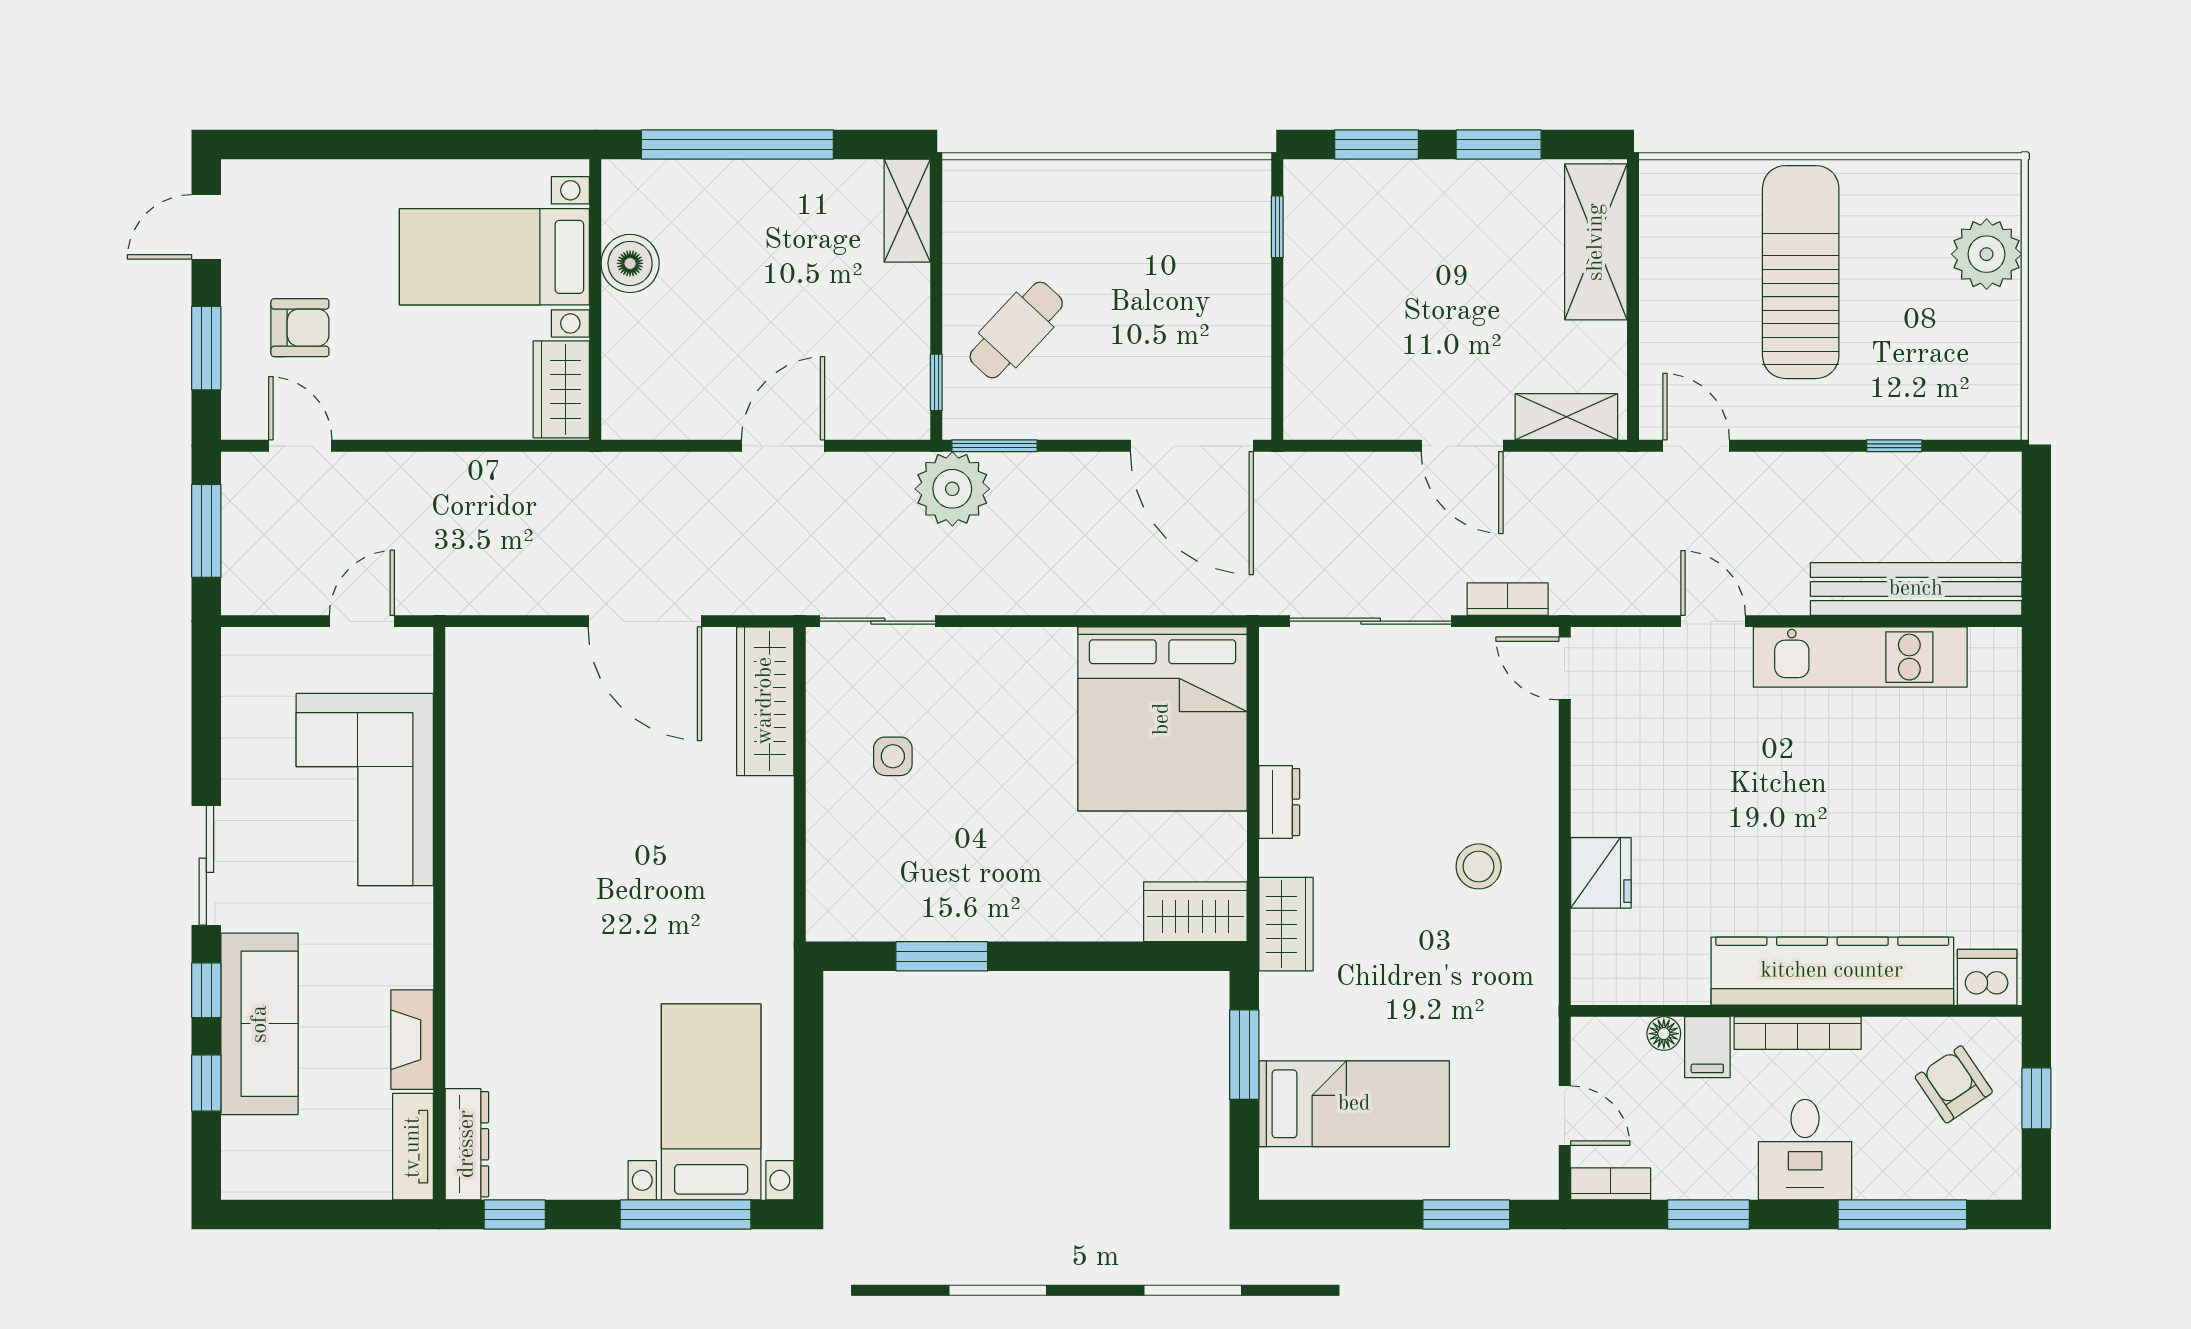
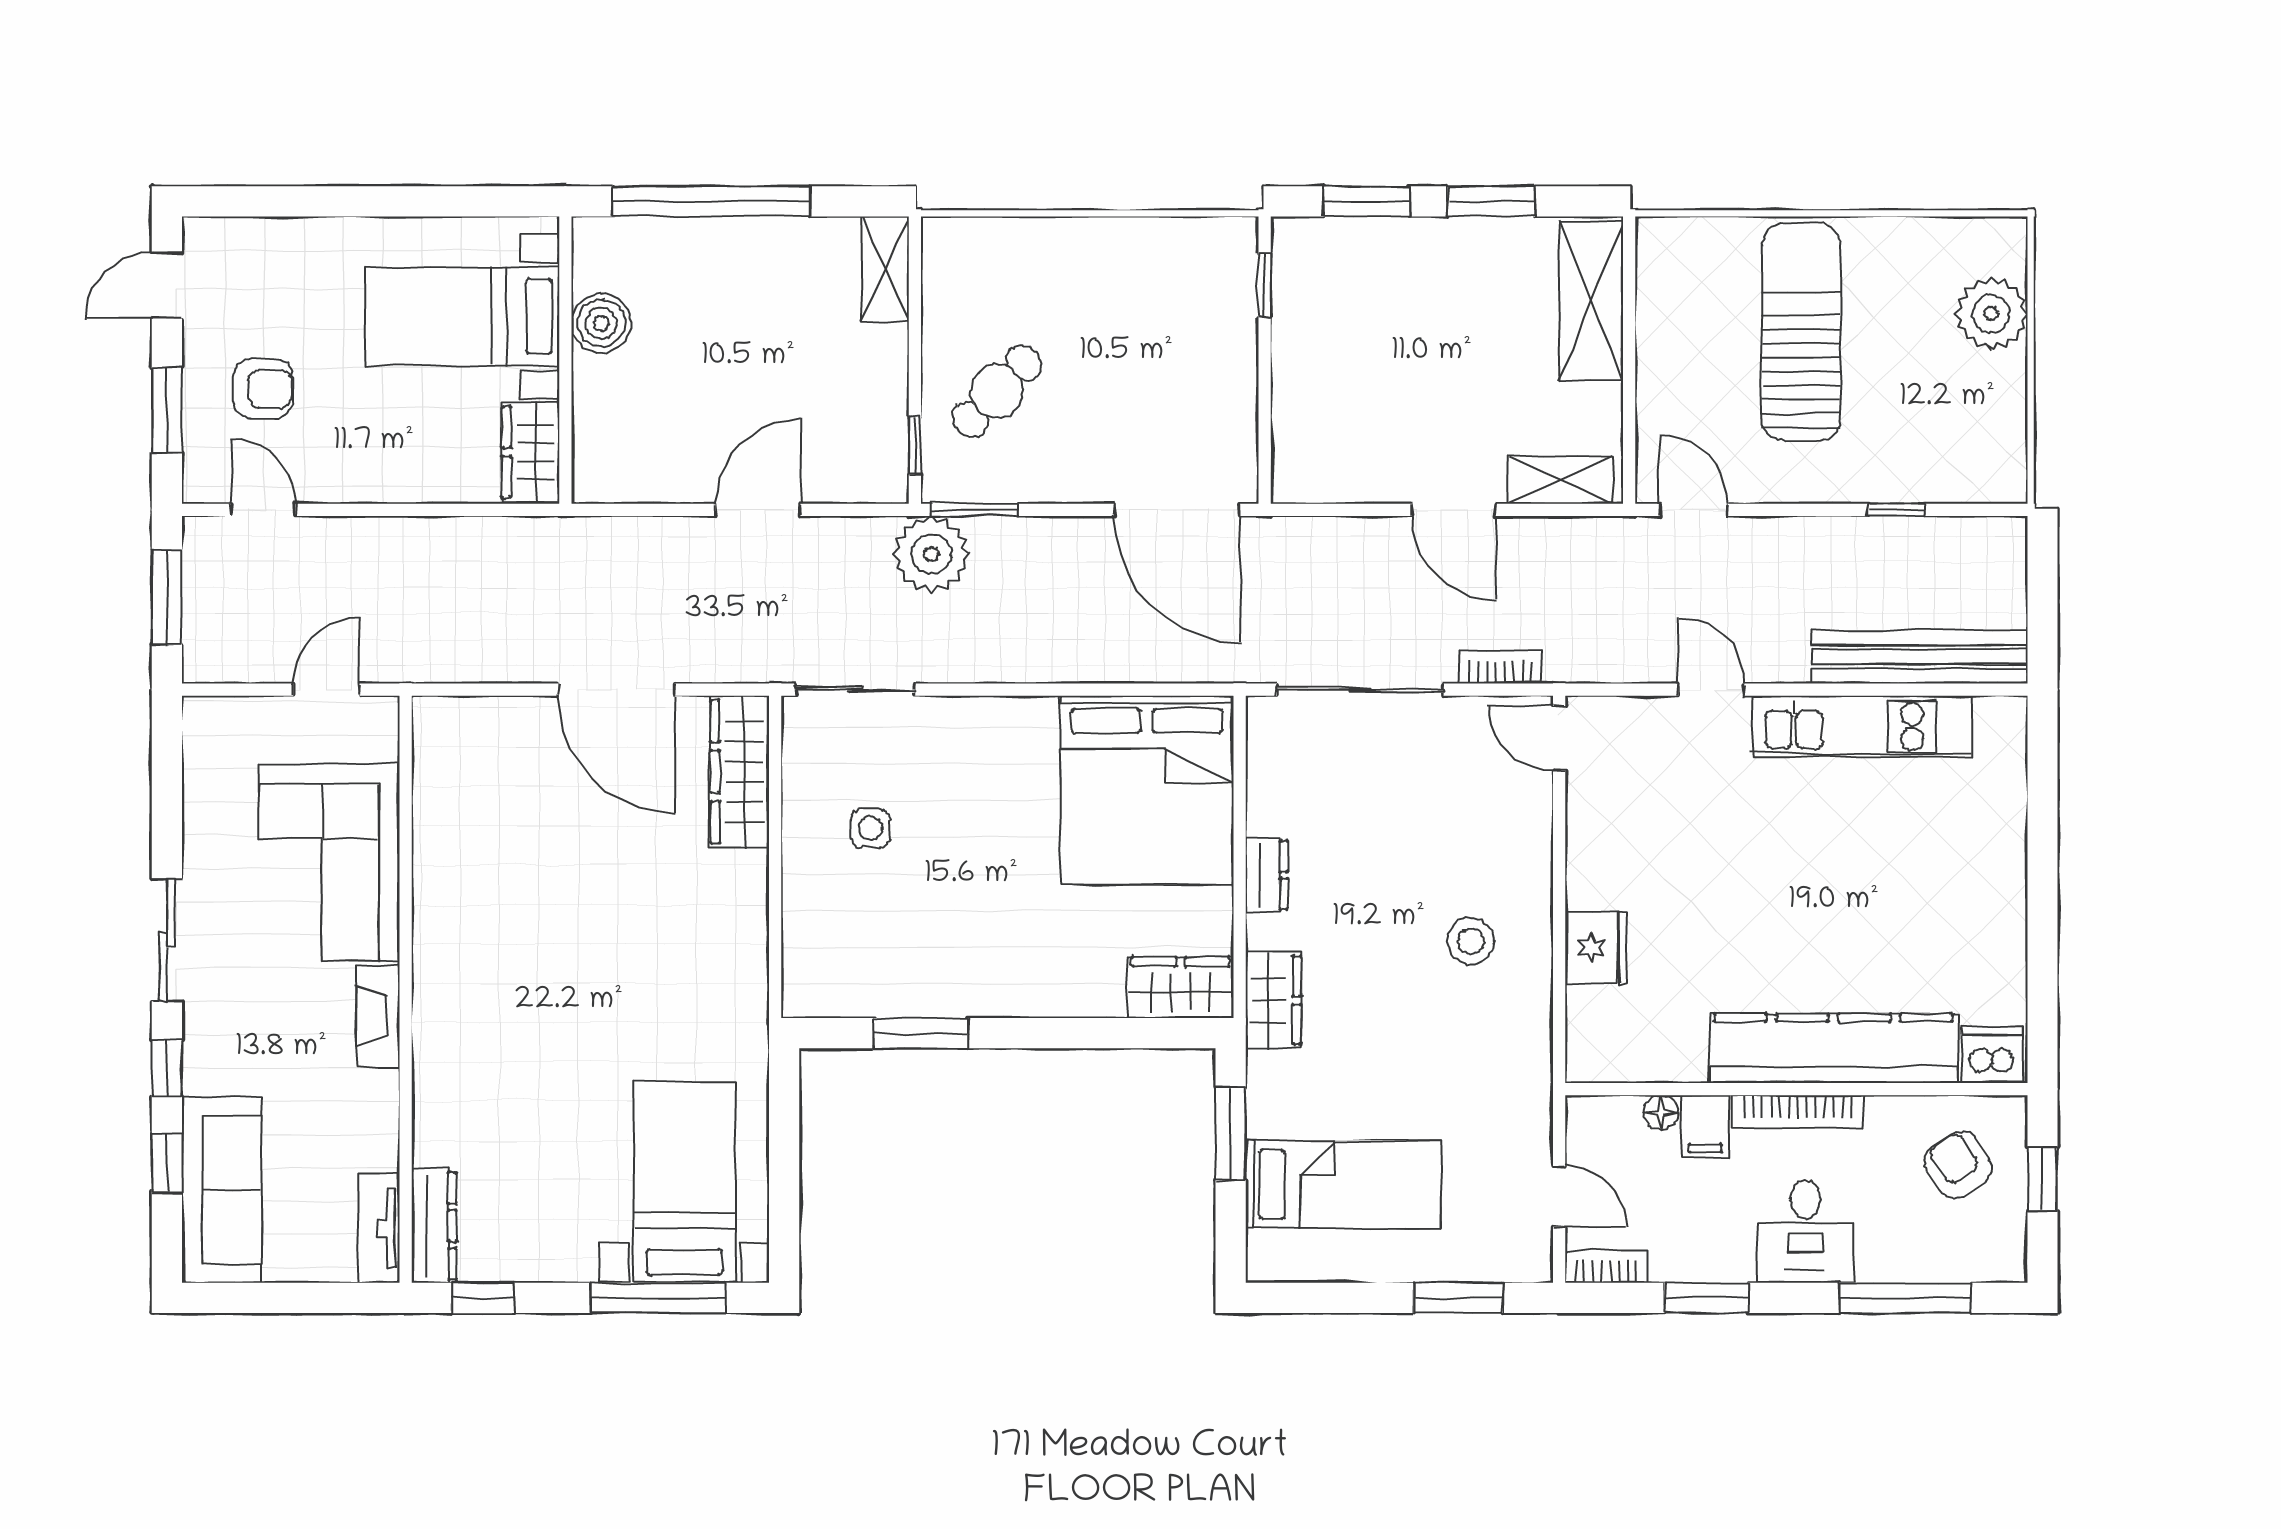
sofa: (260, 1024) -> (221, 1190), moved
fireplace: (412, 1040) -> (378, 1016), moved

